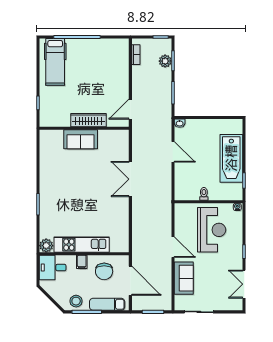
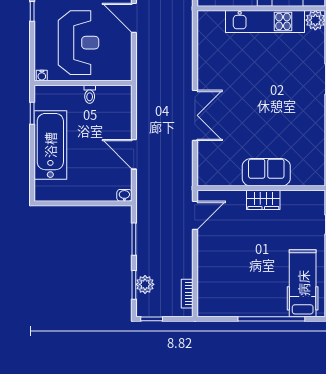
wardrobe: (88, 120) -> (263, 200), width x0.67
reception desk: (212, 230) -> (79, 43), turned 180

